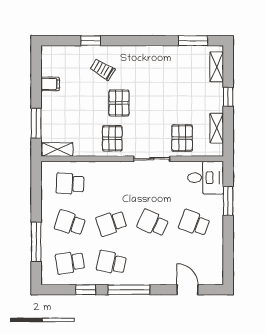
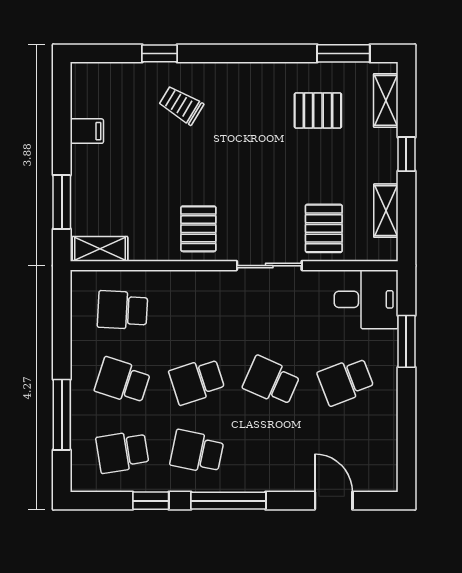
pallet: (119, 103) -> (318, 110), moved, turned 90
school desk: (194, 223) -> (346, 381), turned -42

